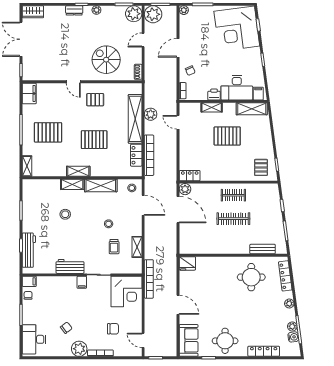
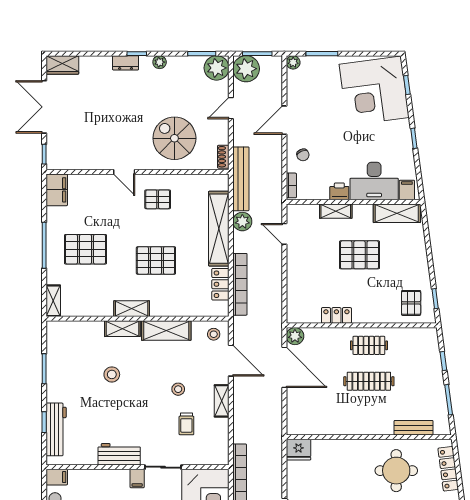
bench: (150, 86) -> (241, 179), added
locker: (190, 176) -> (336, 315), moved
shelving: (137, 247) -> (222, 401), moved

